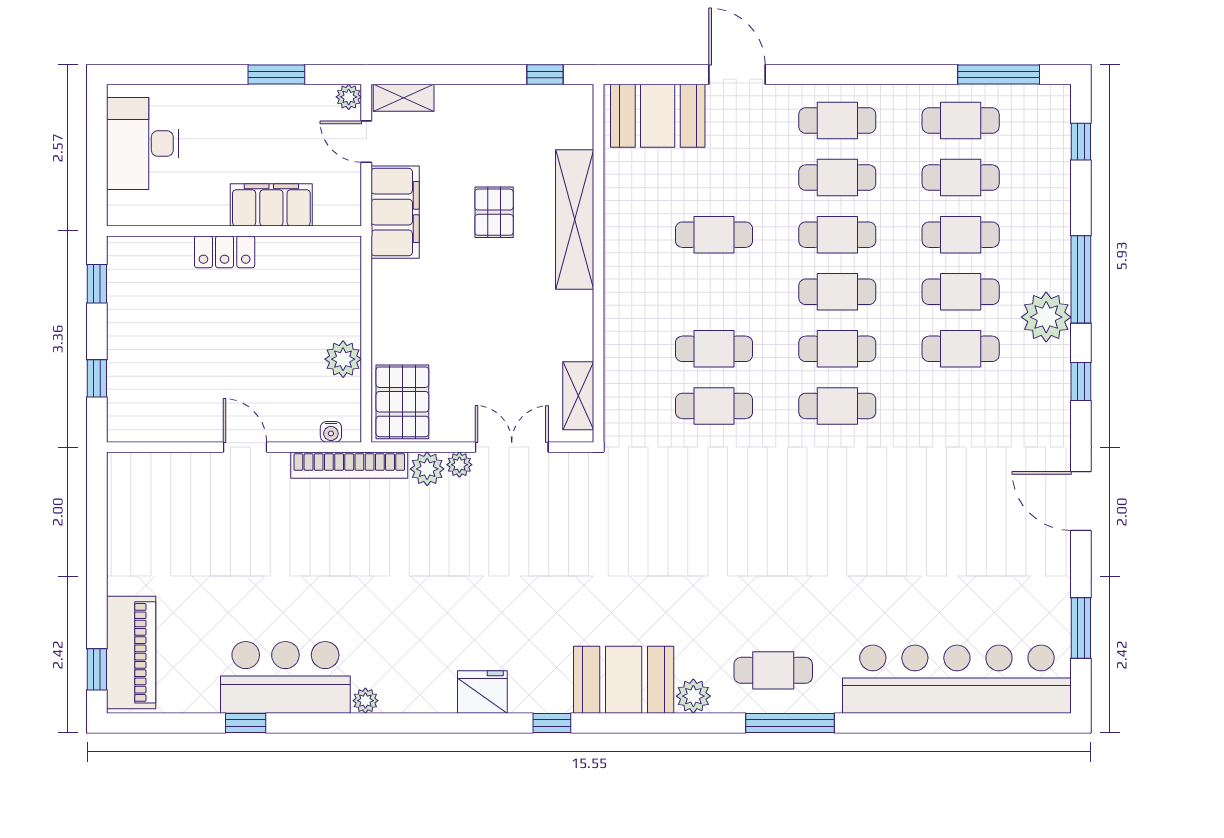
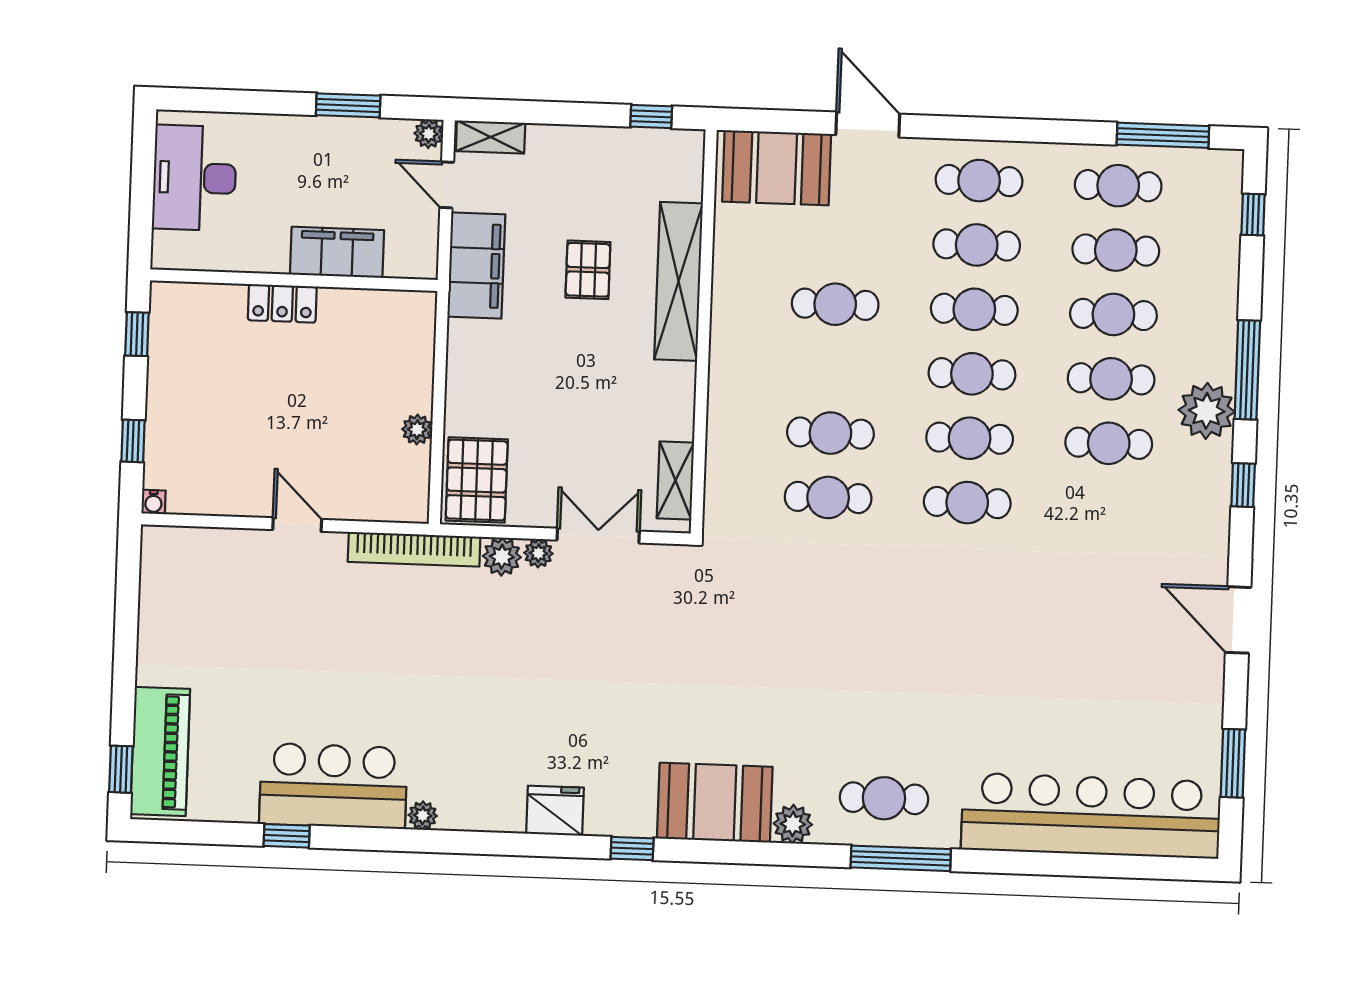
plant: (343, 359) -> (417, 430), width x0.73, depth x0.73
water cooler: (331, 432) -> (153, 502), moved

